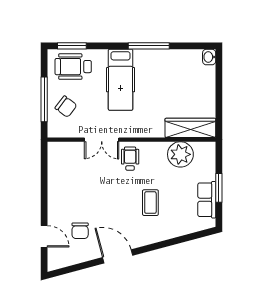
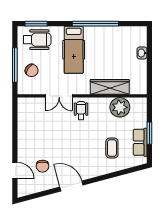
window: (149, 46) -> (95, 24), width x1.46
washbasin: (209, 57) -> (142, 53), moved
wheelchair: (73, 67) -> (37, 40), turned 180
wardrobe: (190, 128) -> (110, 87), moved
coffee table: (150, 203) -> (112, 148), moved

